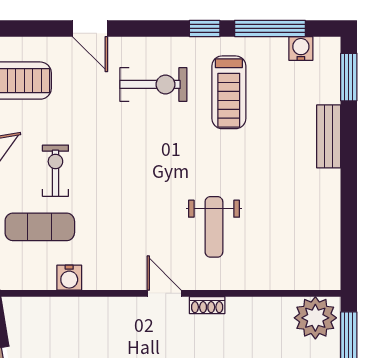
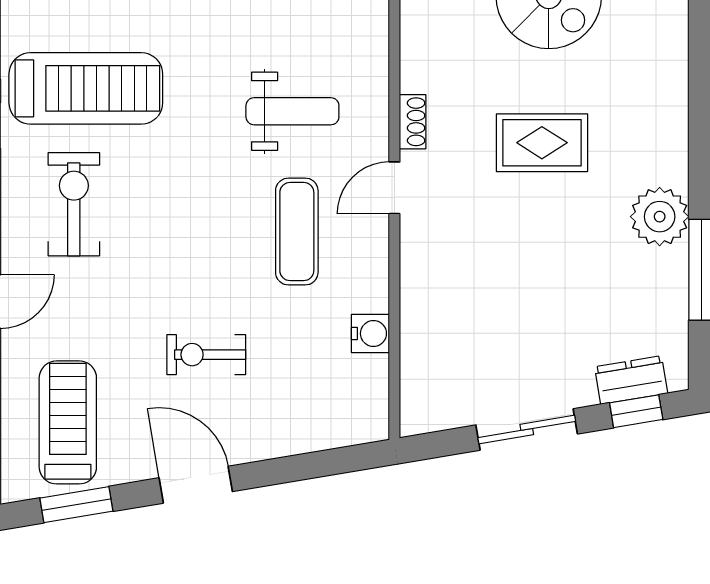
treadmill: (229, 92) -> (86, 88), width x1.37, depth x1.38
exercise mat: (40, 227) -> (297, 232), moved

